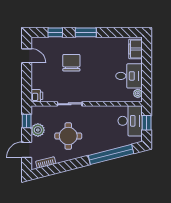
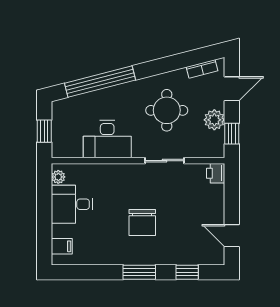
filing cabinet: (135, 49) -> (62, 246), width x0.50
chair: (71, 63) -> (142, 223), moved
desk: (130, 121) -> (107, 139), moved, turned -90

